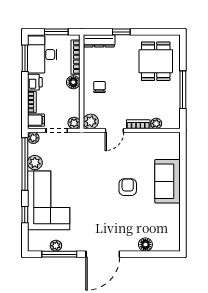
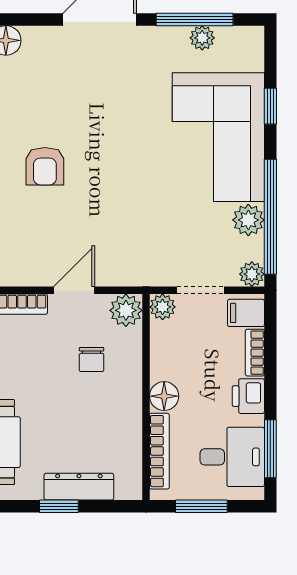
dresser: (99, 41) -> (79, 487), moved
desk: (42, 54) -> (232, 457), width x0.73
chair: (99, 87) -> (92, 359), moved

